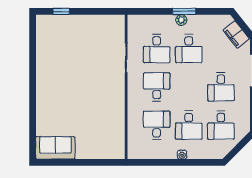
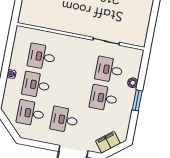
plant: (181, 20) -> (133, 83), moved
desk: (157, 87) -> (75, 63), removed
desk: (157, 125) -> (42, 57), turned 180

